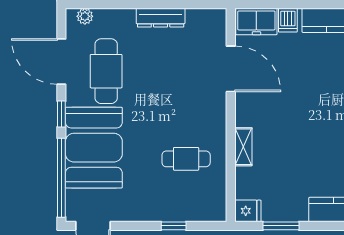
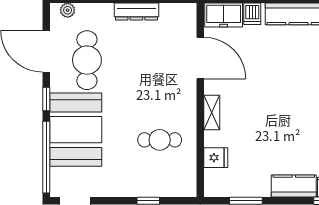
shelving: (243, 147) -> (212, 113), moved
fridge: (248, 211) -> (216, 158), moved

